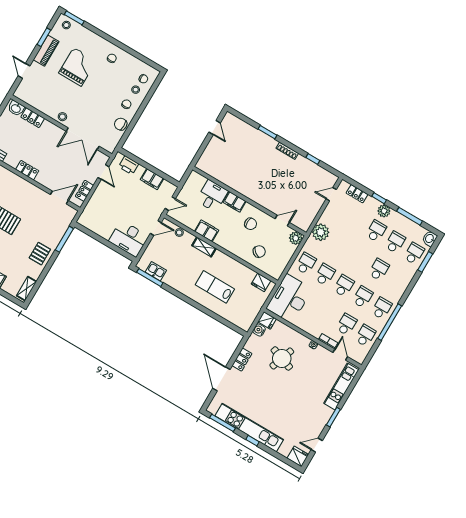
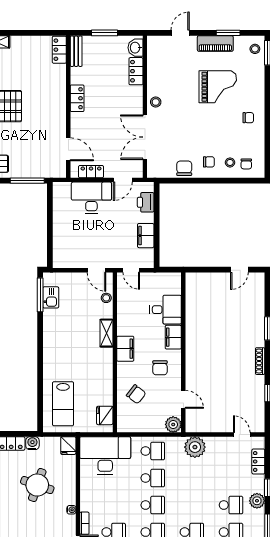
filing cabinet: (207, 231) -> (125, 349), moved
desk: (129, 239) -> (91, 198), moved, turned 90
lab bench: (215, 287) -> (63, 404), moved, turned 180
water cooler: (259, 330) -> (32, 443), moved

